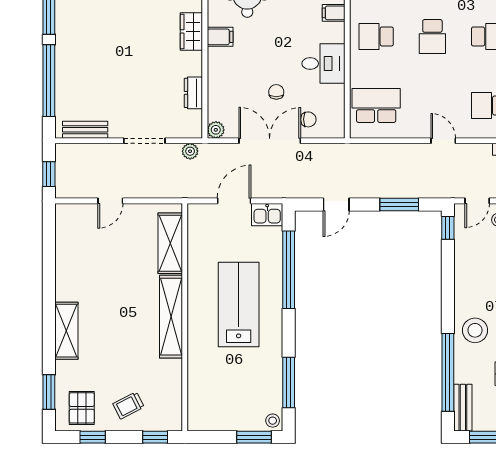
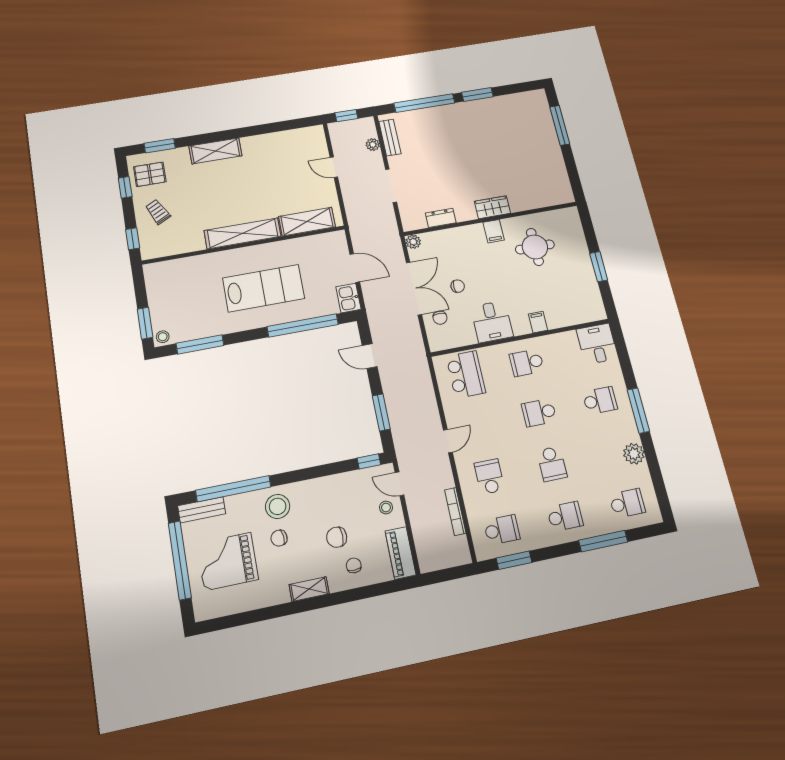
school desk: (376, 36) -> (527, 363), turned -90
plant: (190, 151) -> (373, 145), moved

